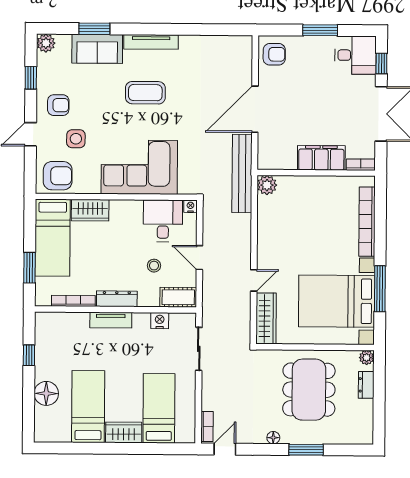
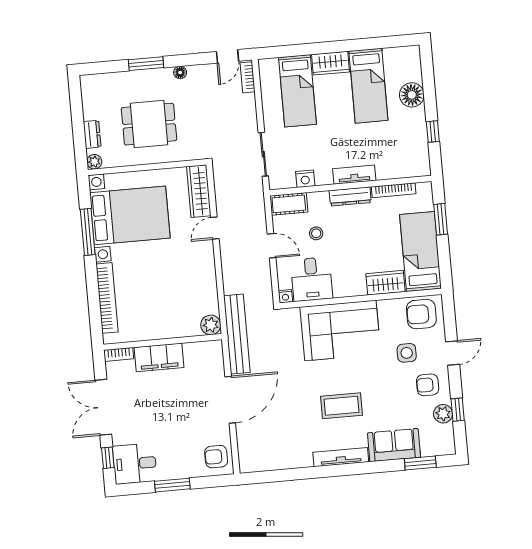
window: (94, 29) -> (420, 463), moved
plant: (46, 43) -> (443, 414), moved
dining table: (309, 390) -> (149, 124), width x0.73

